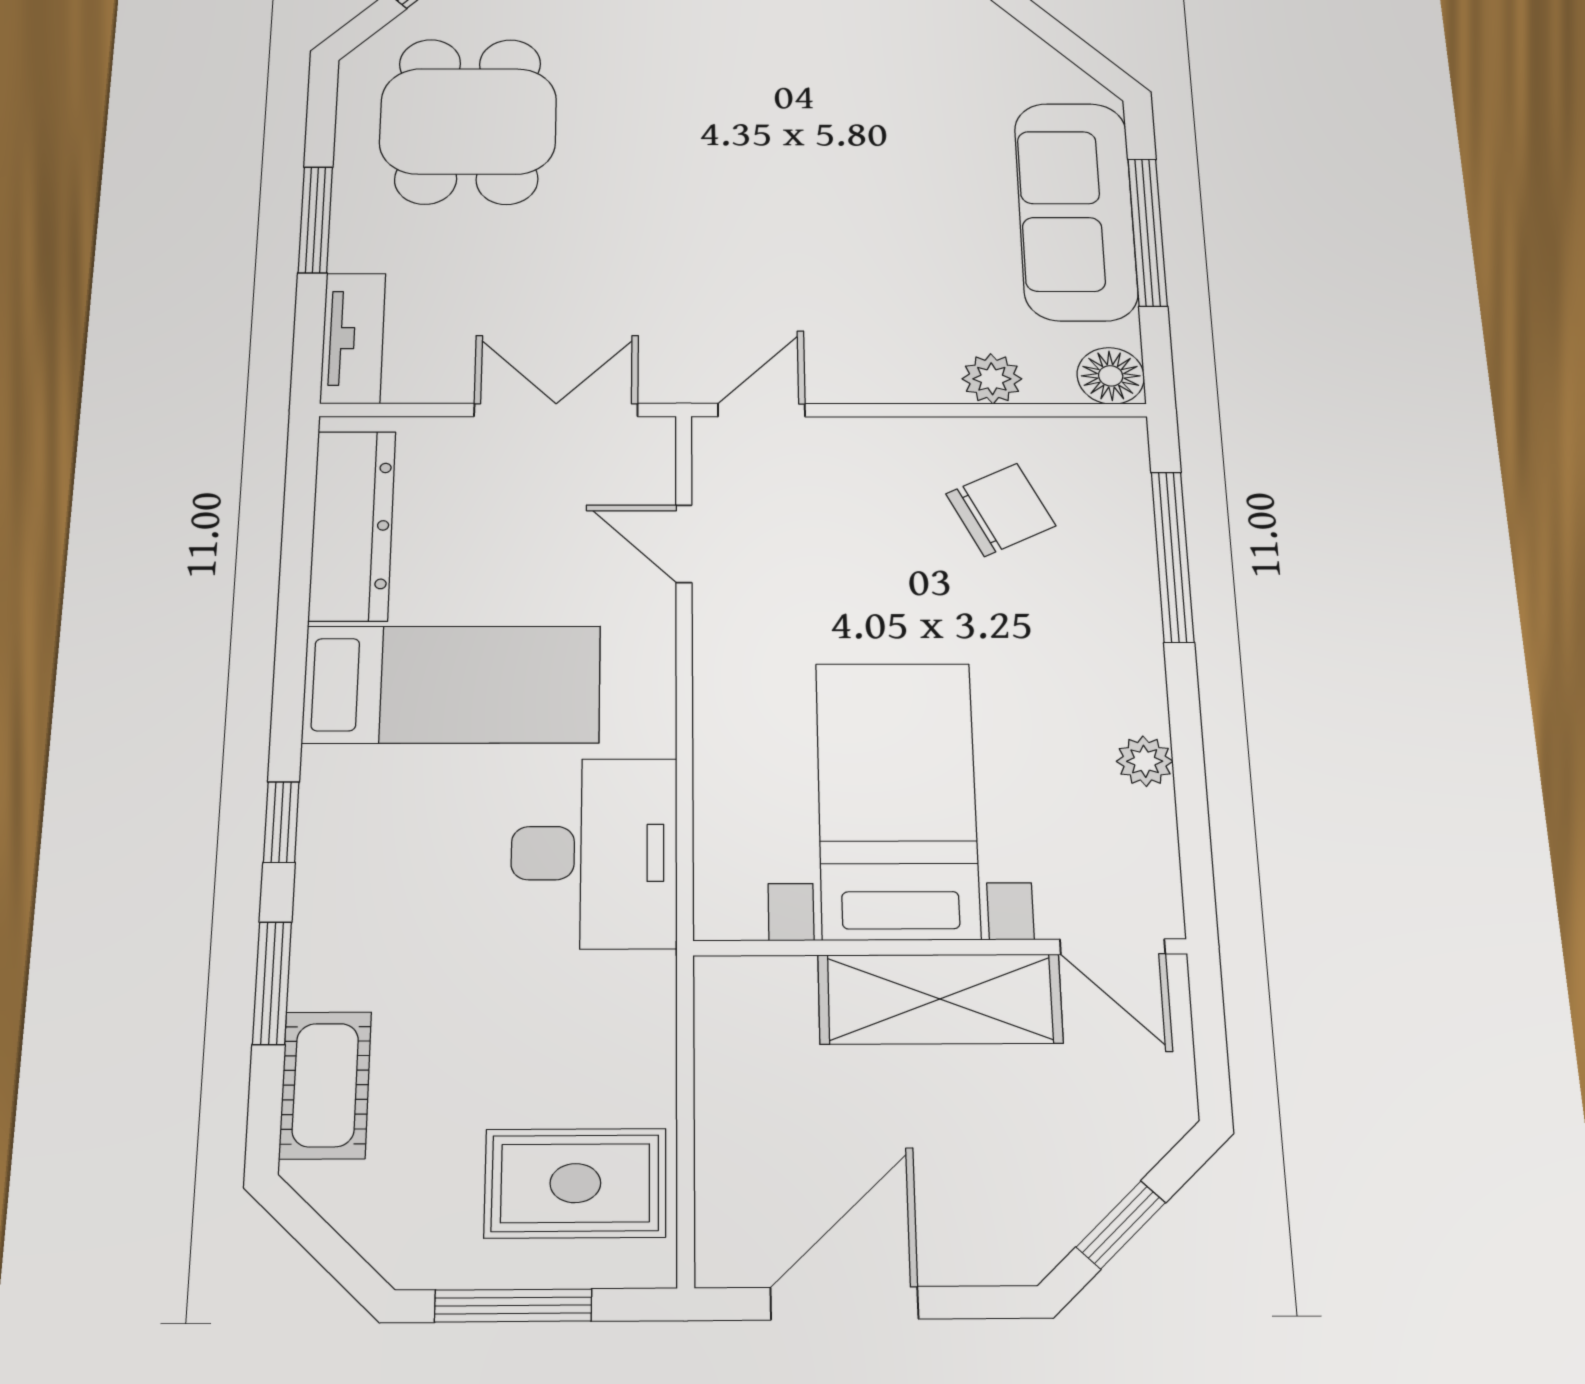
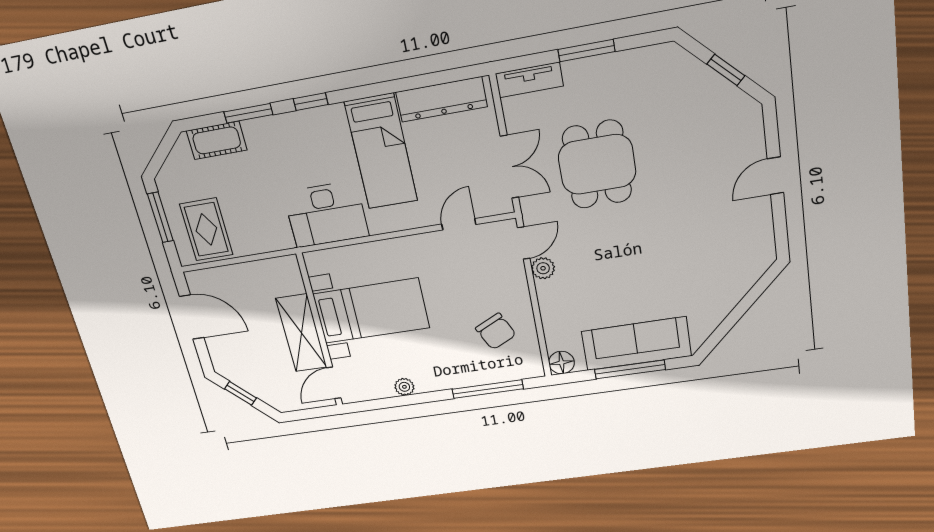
dining table: (468, 121) -> (597, 164), moved, turned 90
plant: (992, 379) -> (543, 268), moved
door: (761, 410) -> (524, 243), hinge flipped

